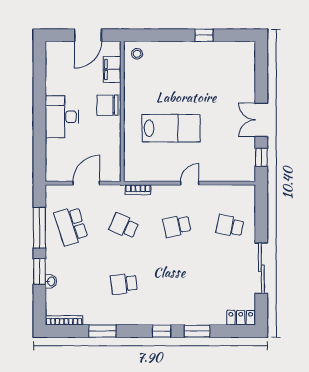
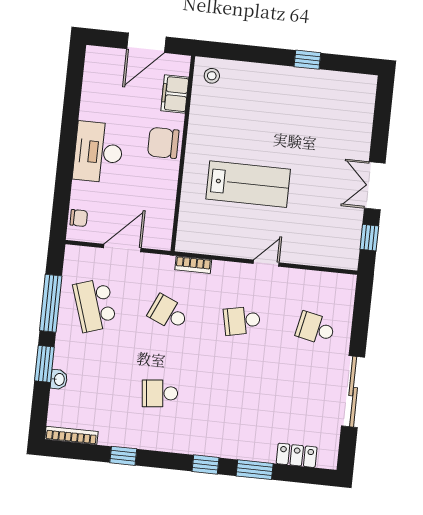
chair: (53, 165) -> (79, 218), added
locker: (241, 318) -> (297, 455), moved
window: (102, 331) -> (123, 456), width x0.67

